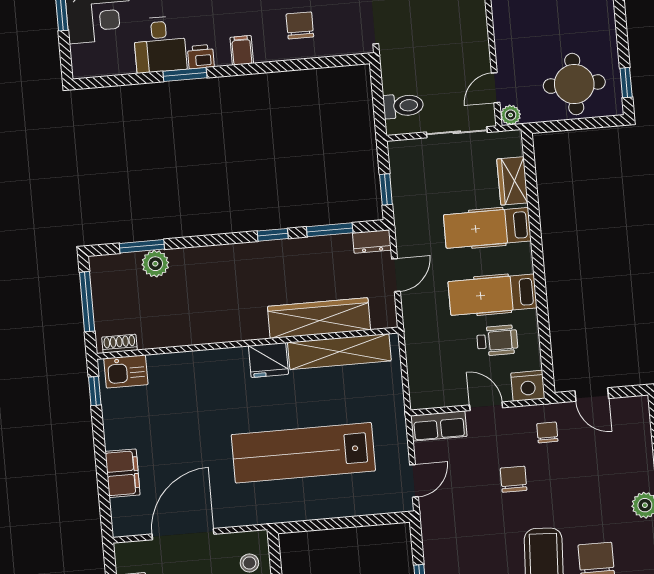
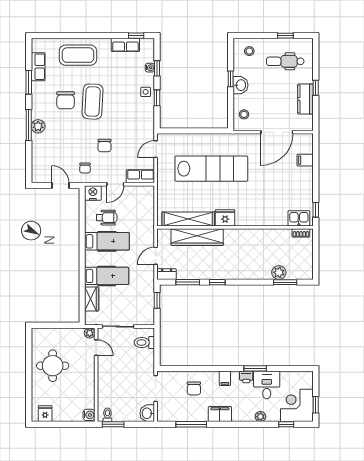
window: (626, 83) -> (29, 344), removed
round table: (574, 84) -> (53, 366), moved
door: (496, 88) -> (96, 348), hinge flipped
window: (87, 302) -> (316, 256), removed
wheelchair: (497, 340) -> (107, 218), turned 180
door: (486, 406) -> (115, 184), hinge flipped
filing cabinet: (123, 473) -> (305, 160), width x0.50

